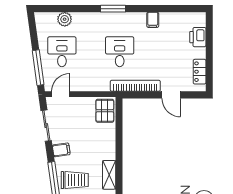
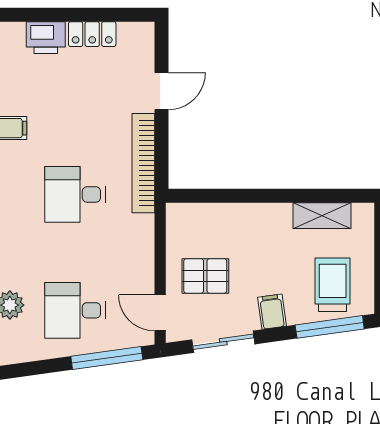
locker: (200, 72) -> (92, 34), moved
pallet: (105, 111) -> (205, 276), moved

